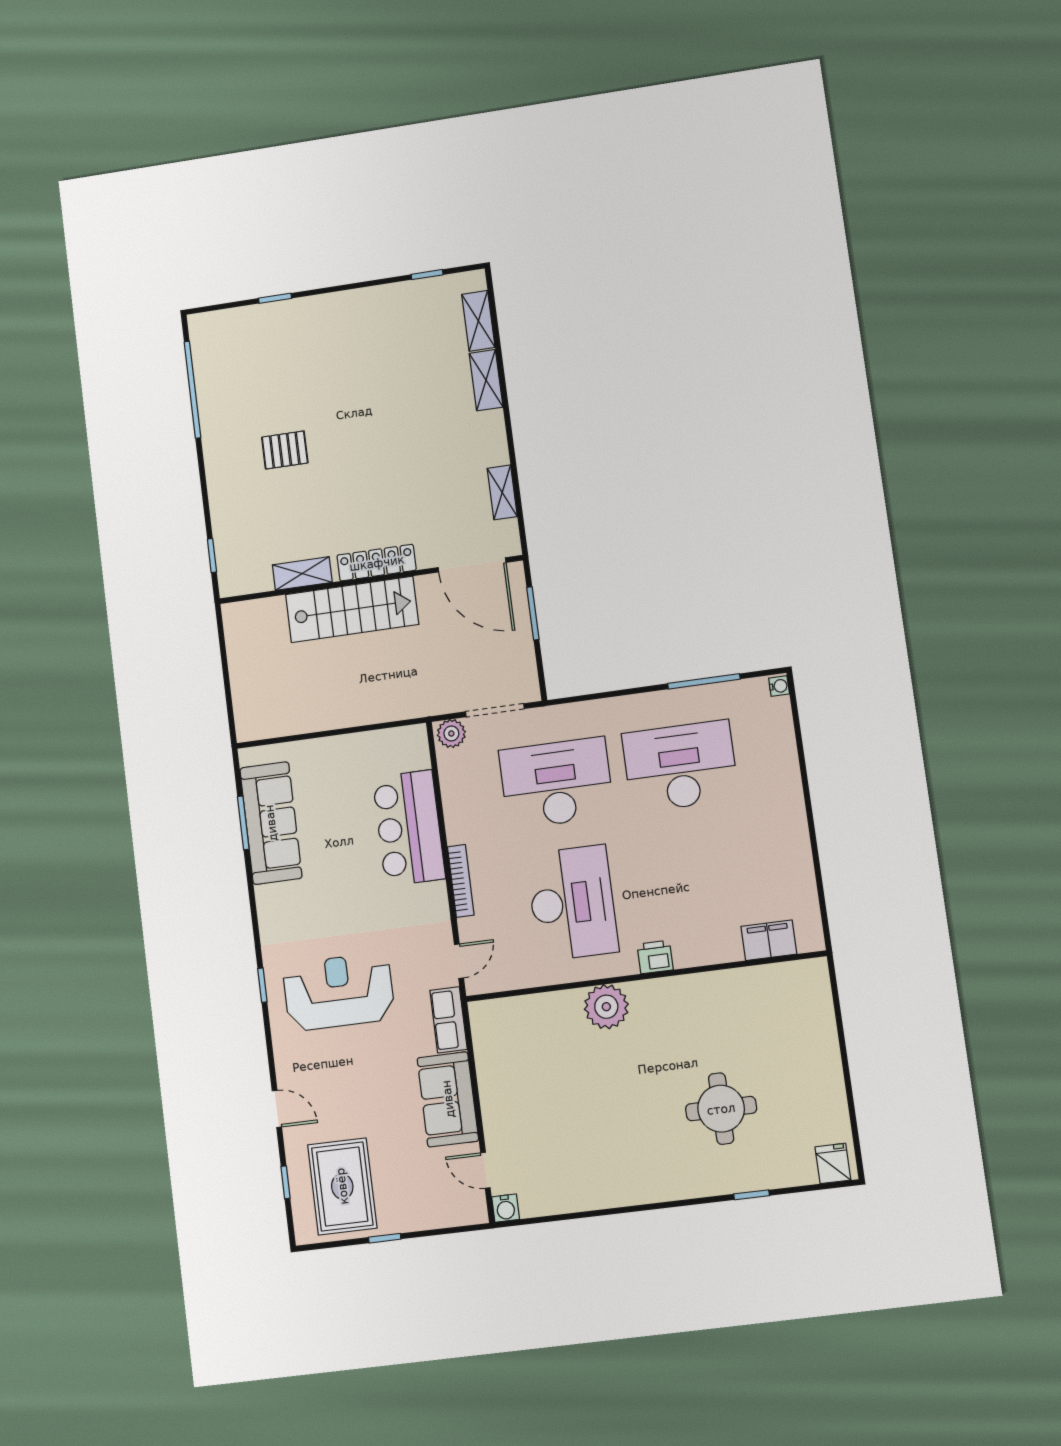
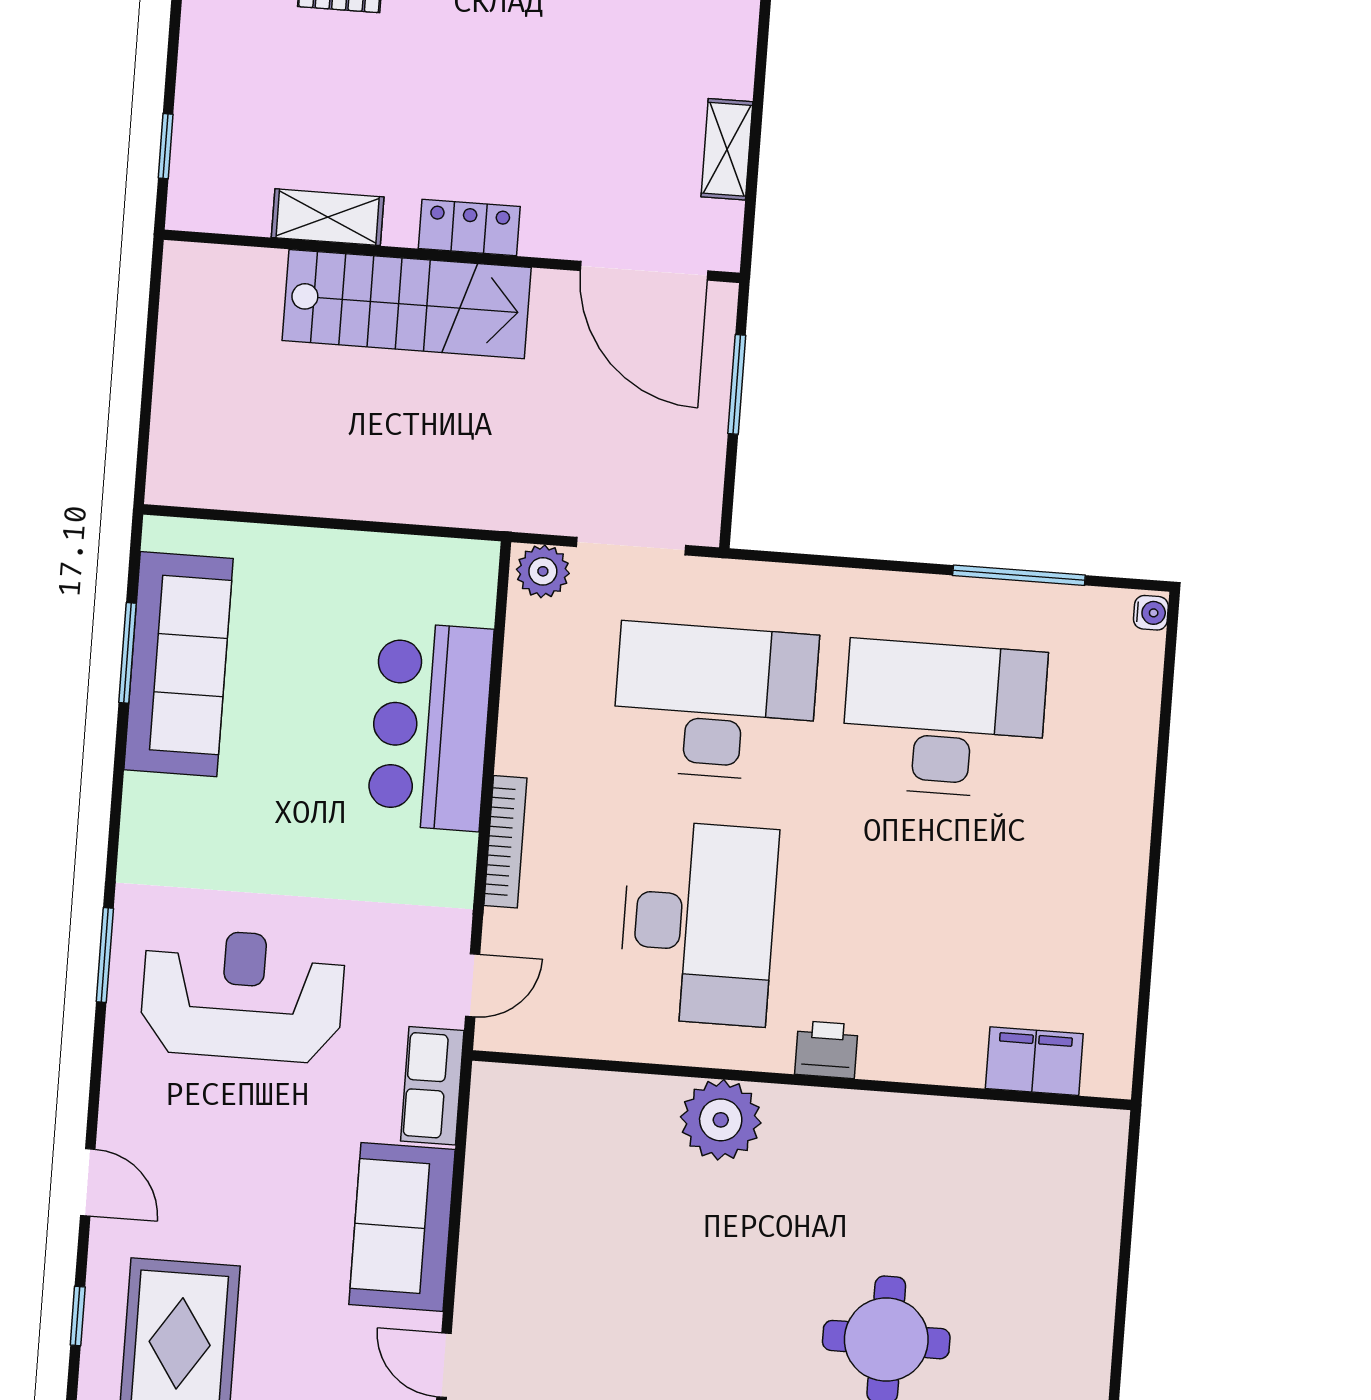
locker: (377, 563) -> (469, 228), width x0.66
window: (262, 985) -> (105, 955), width x1.50

